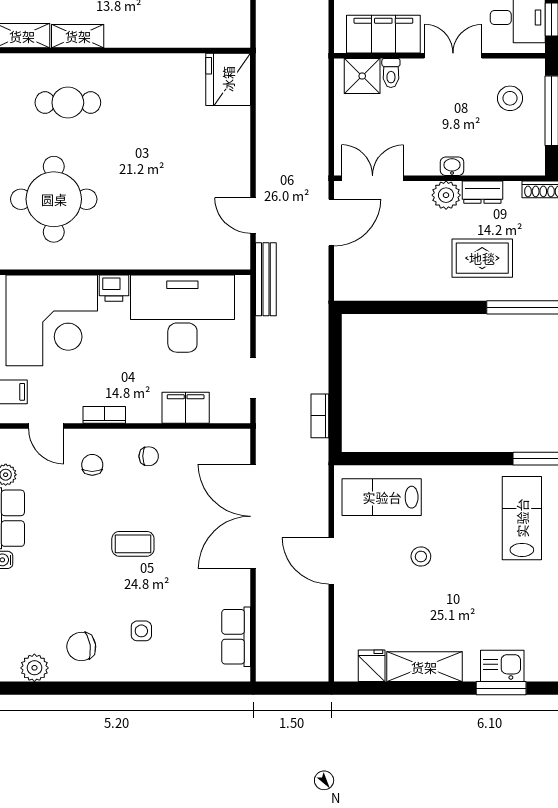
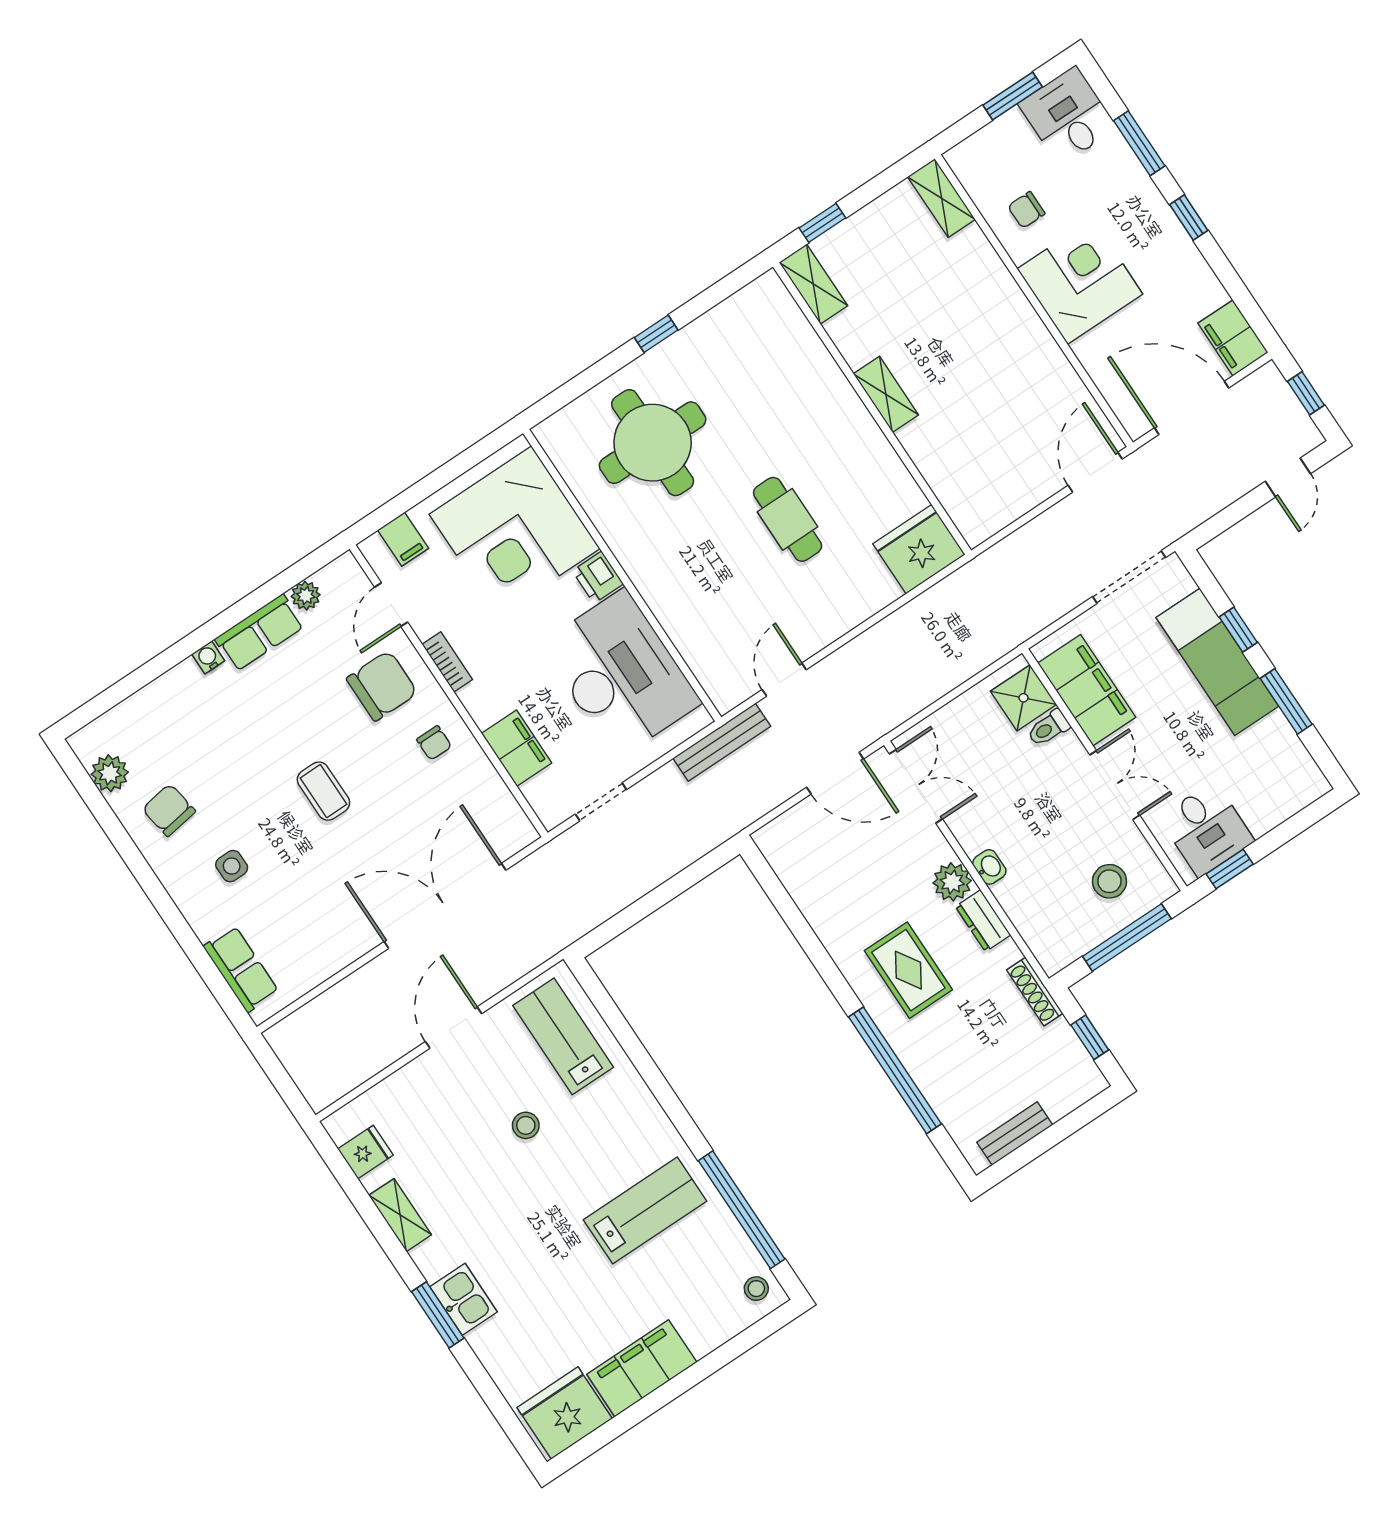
shelving: (78, 36) -> (886, 394), moved
cafe table: (68, 103) -> (788, 519), moved
bookcase: (320, 416) -> (608, 906), removed
chair: (92, 465) -> (382, 686), width x1.87, depth x1.87
row of seats: (236, 637) -> (241, 969), moved, turned 90
shelving: (424, 667) -> (400, 1215), width x0.67, depth x0.75

